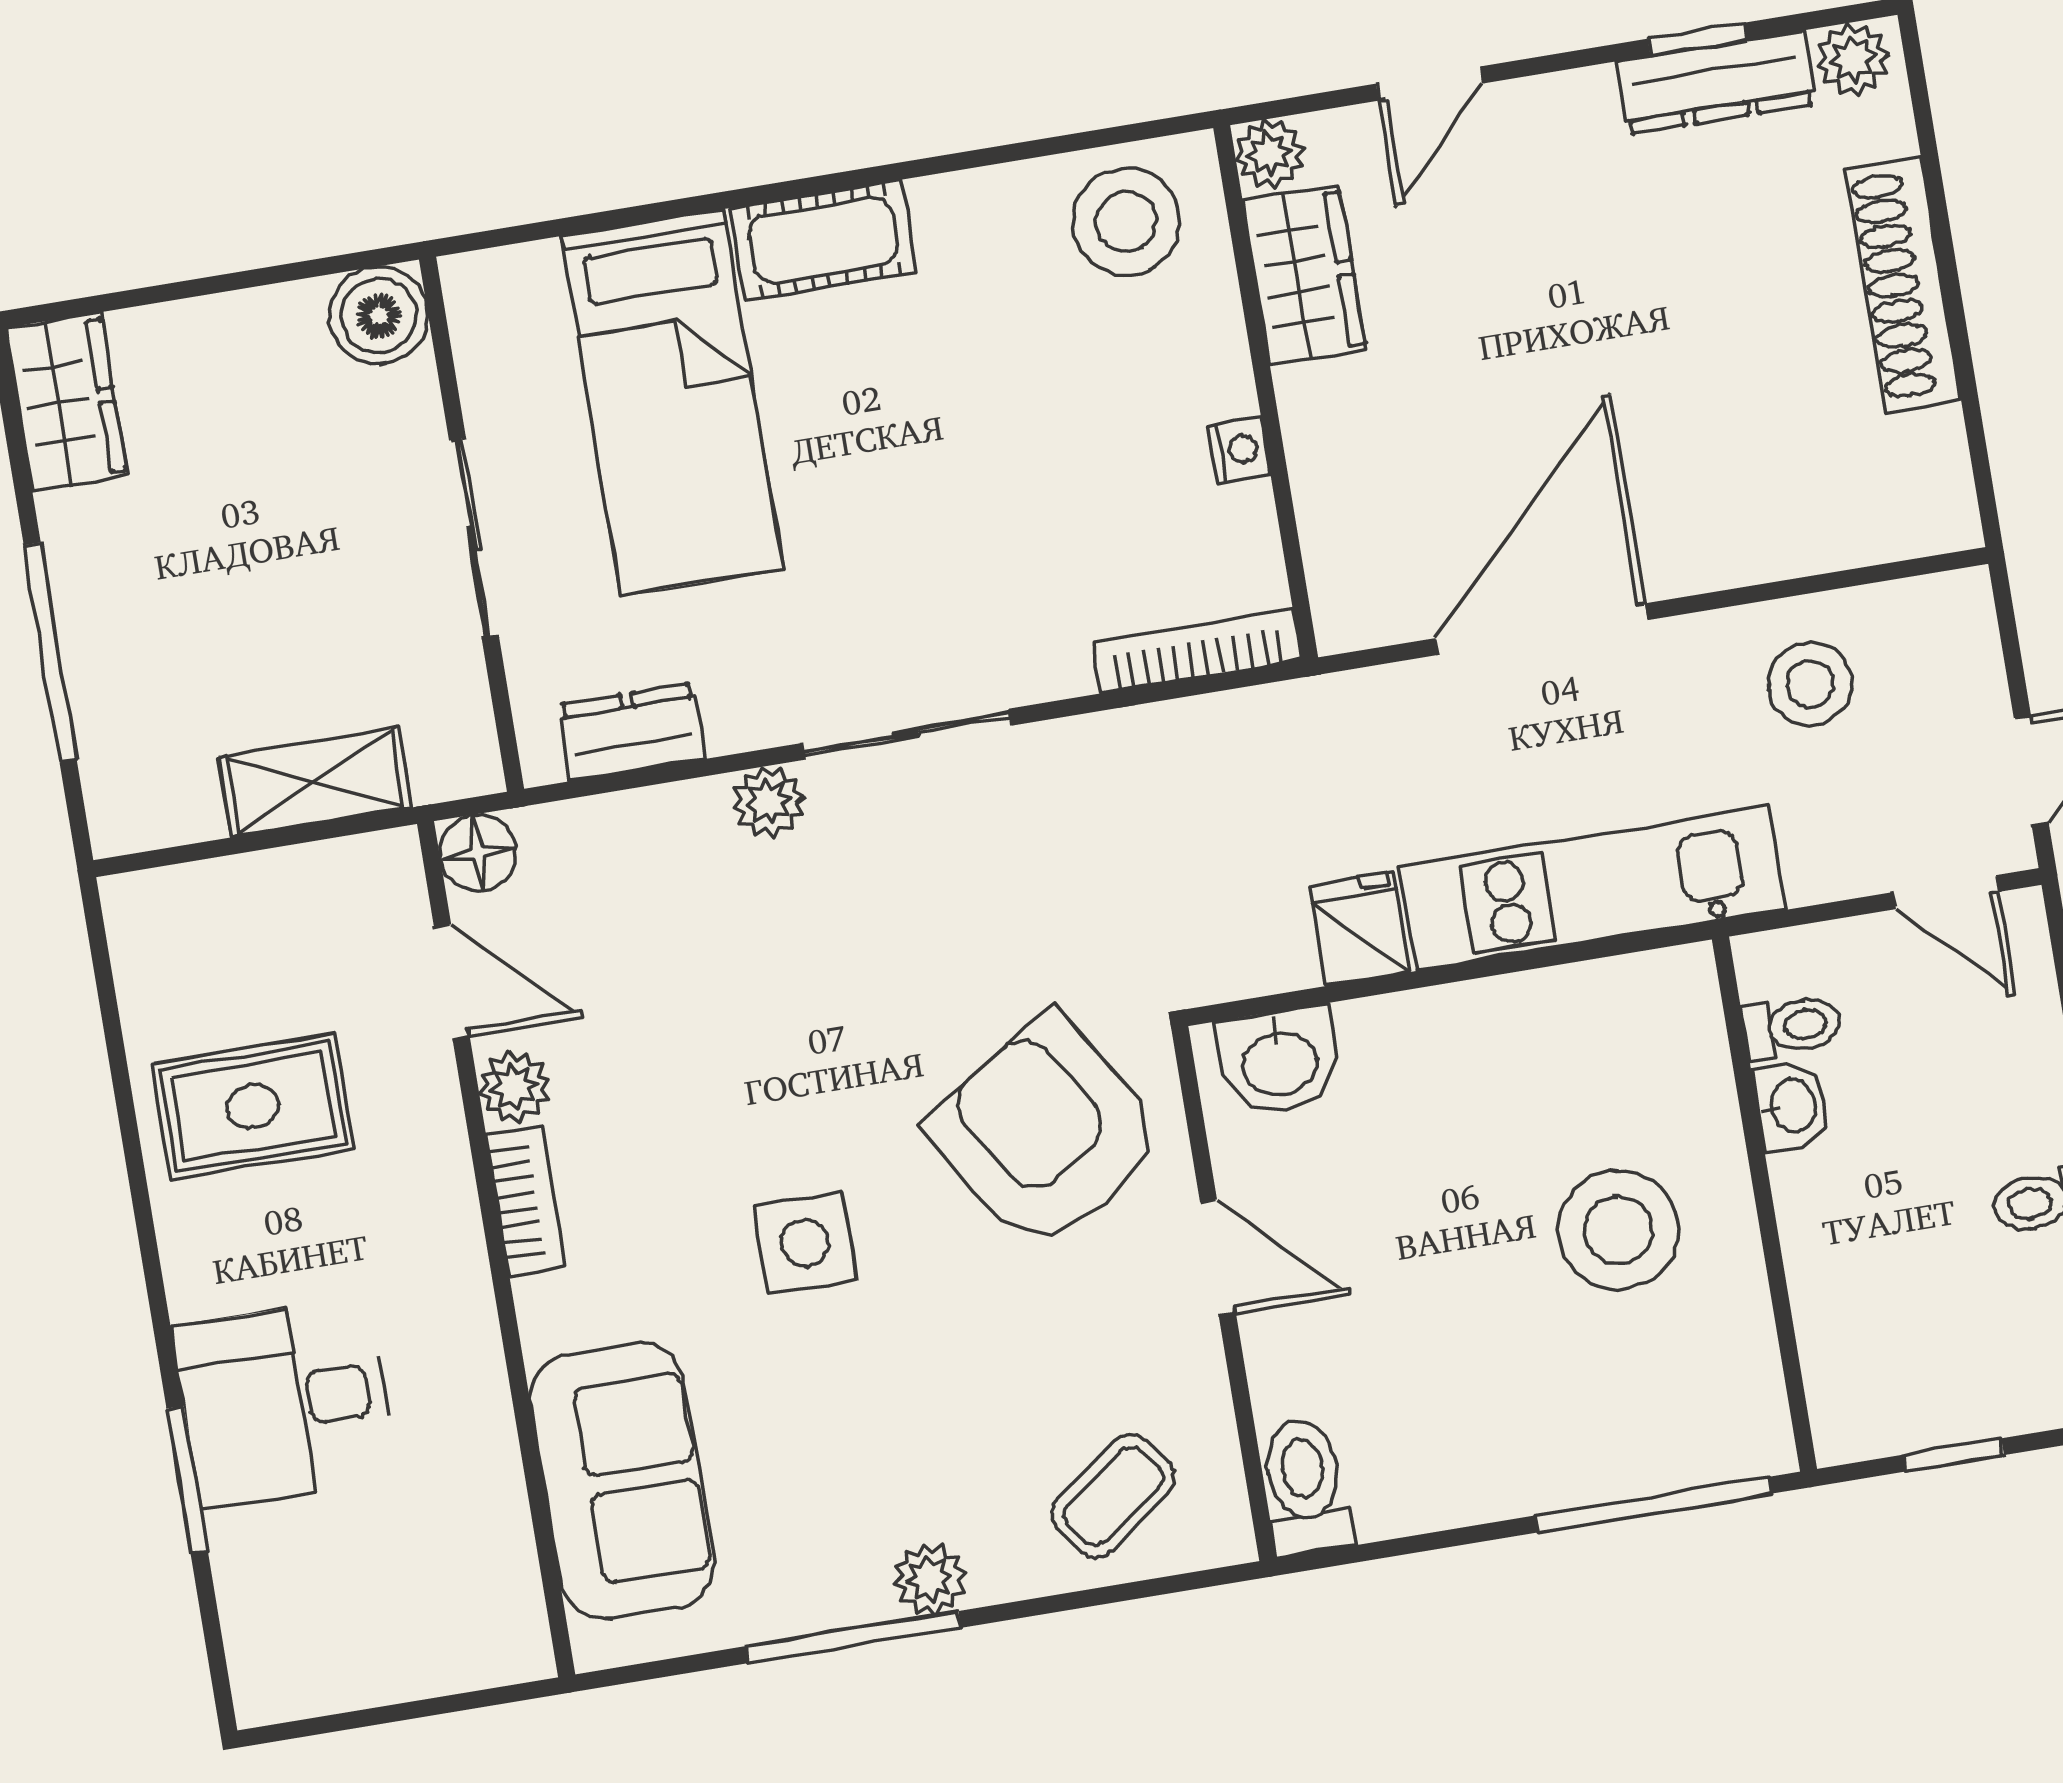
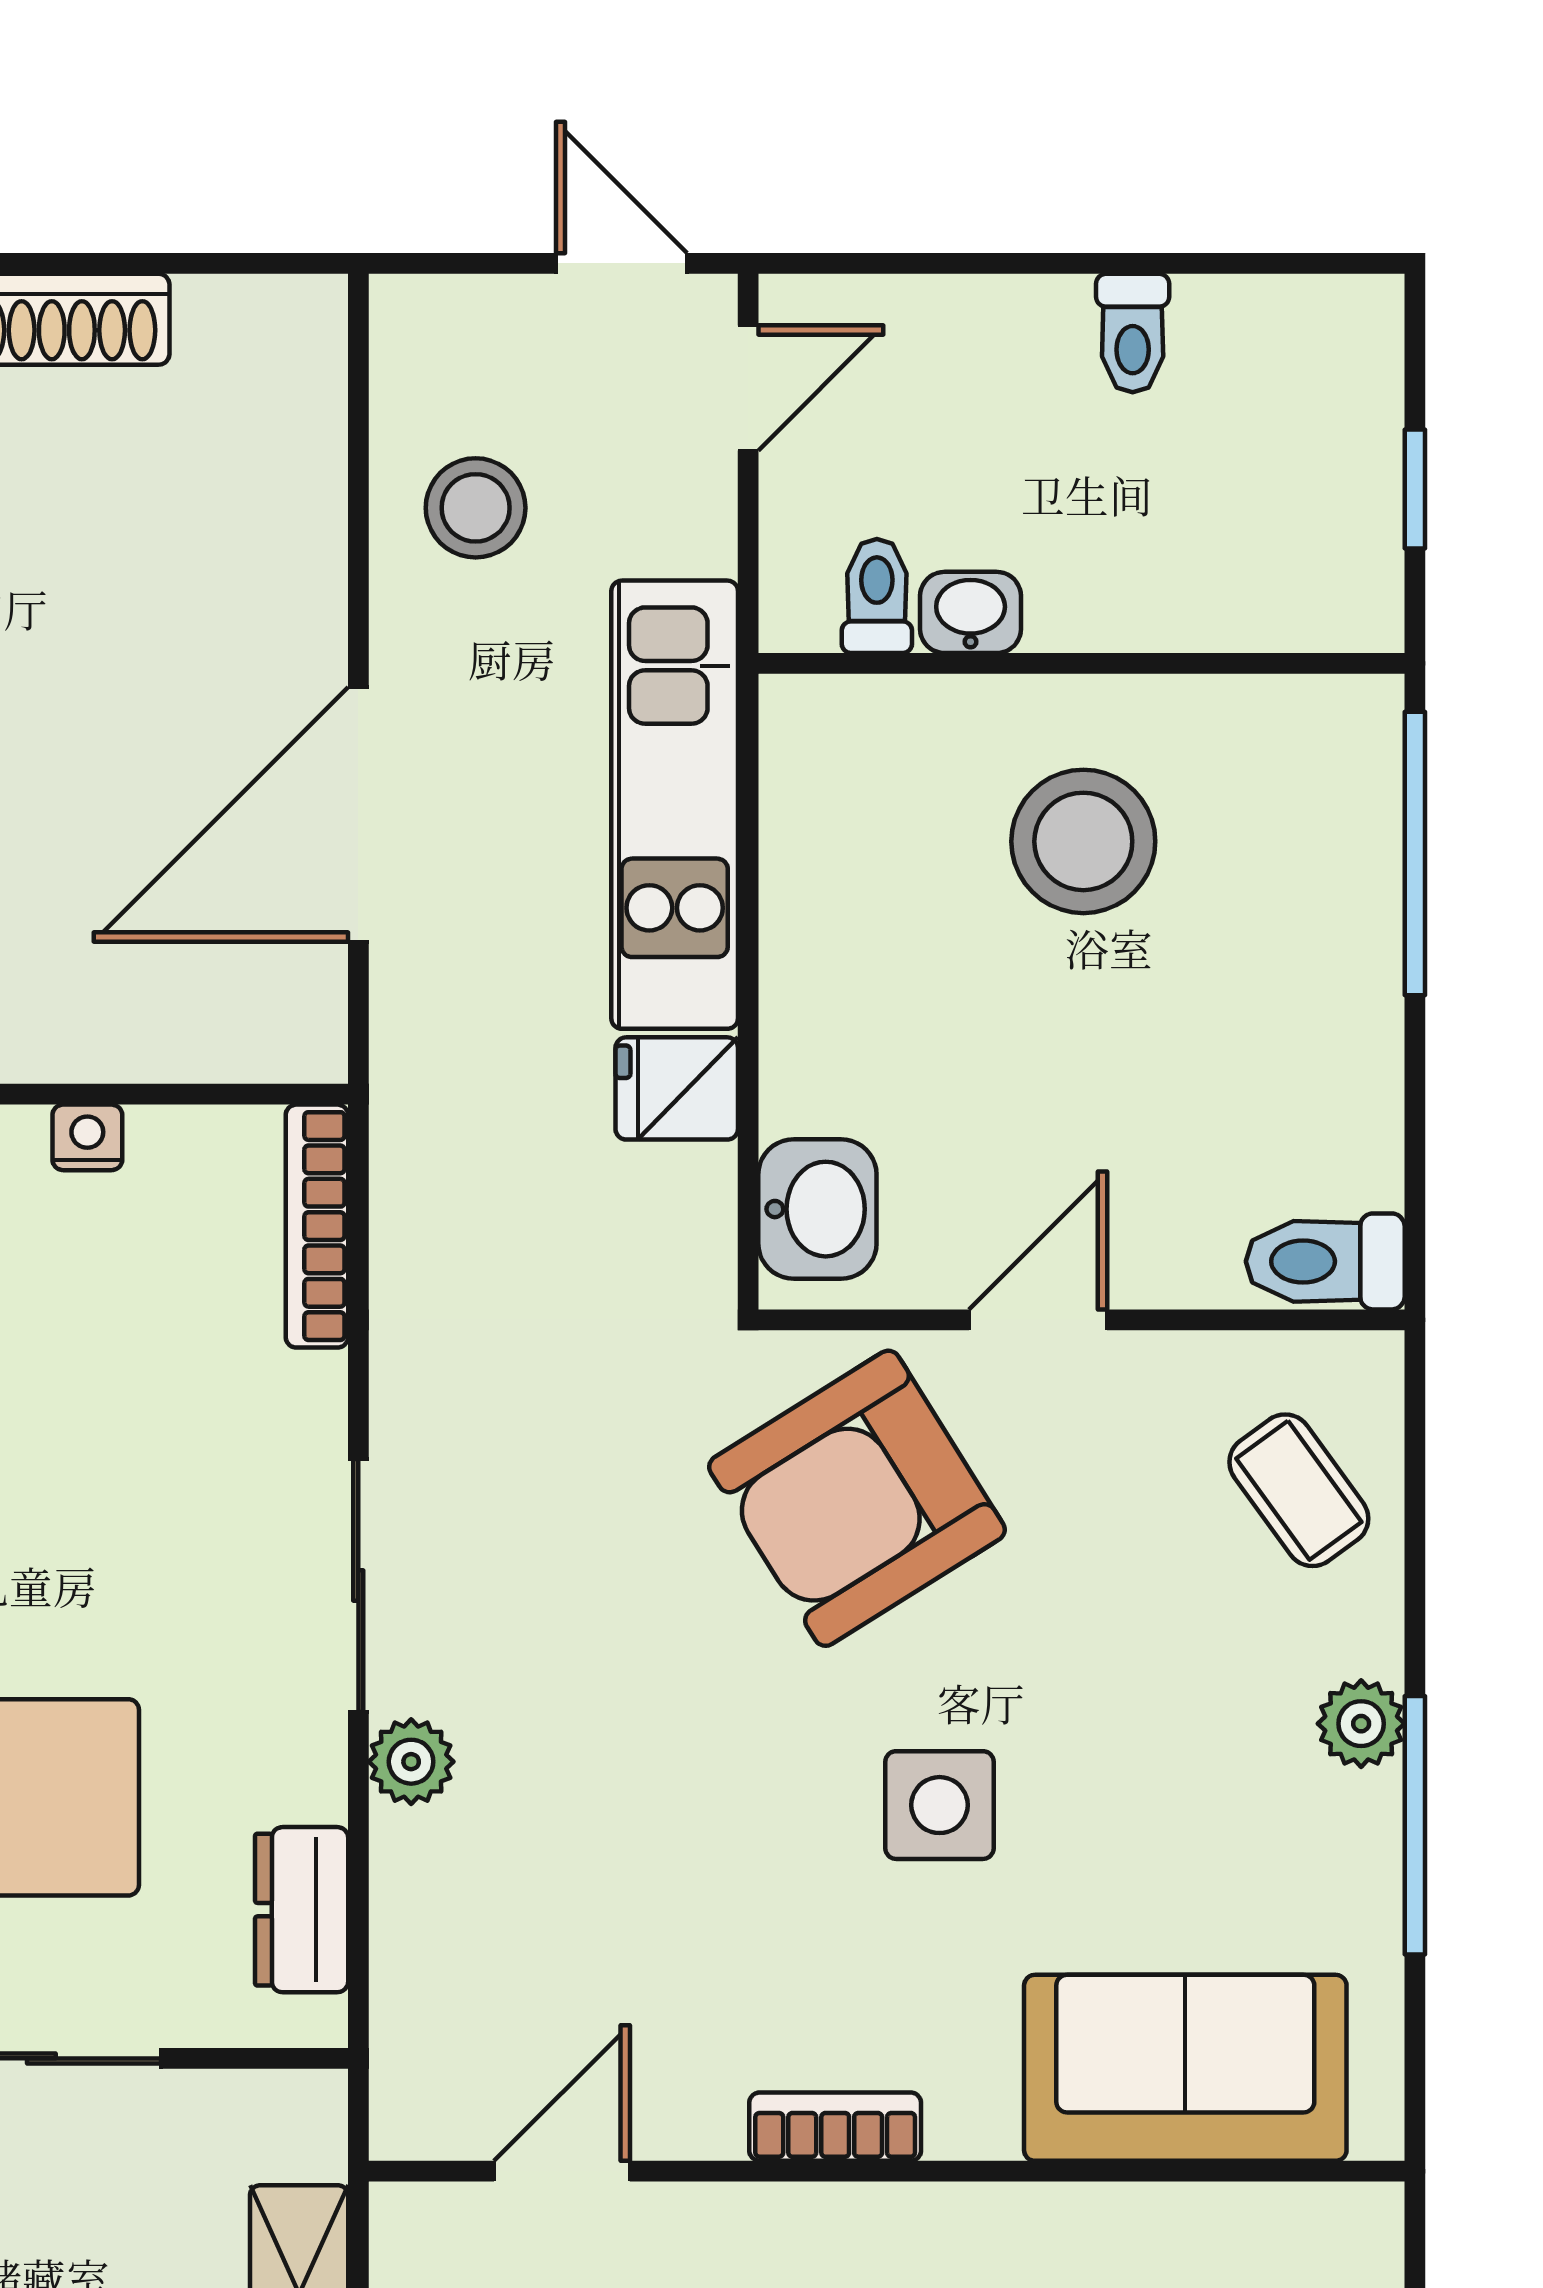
door: (1542, 629) -> (358, 814), hinge flipped
floor lamp: (478, 853) -> (414, 2115), removed
plant: (514, 1087) -> (698, 2118), removed

